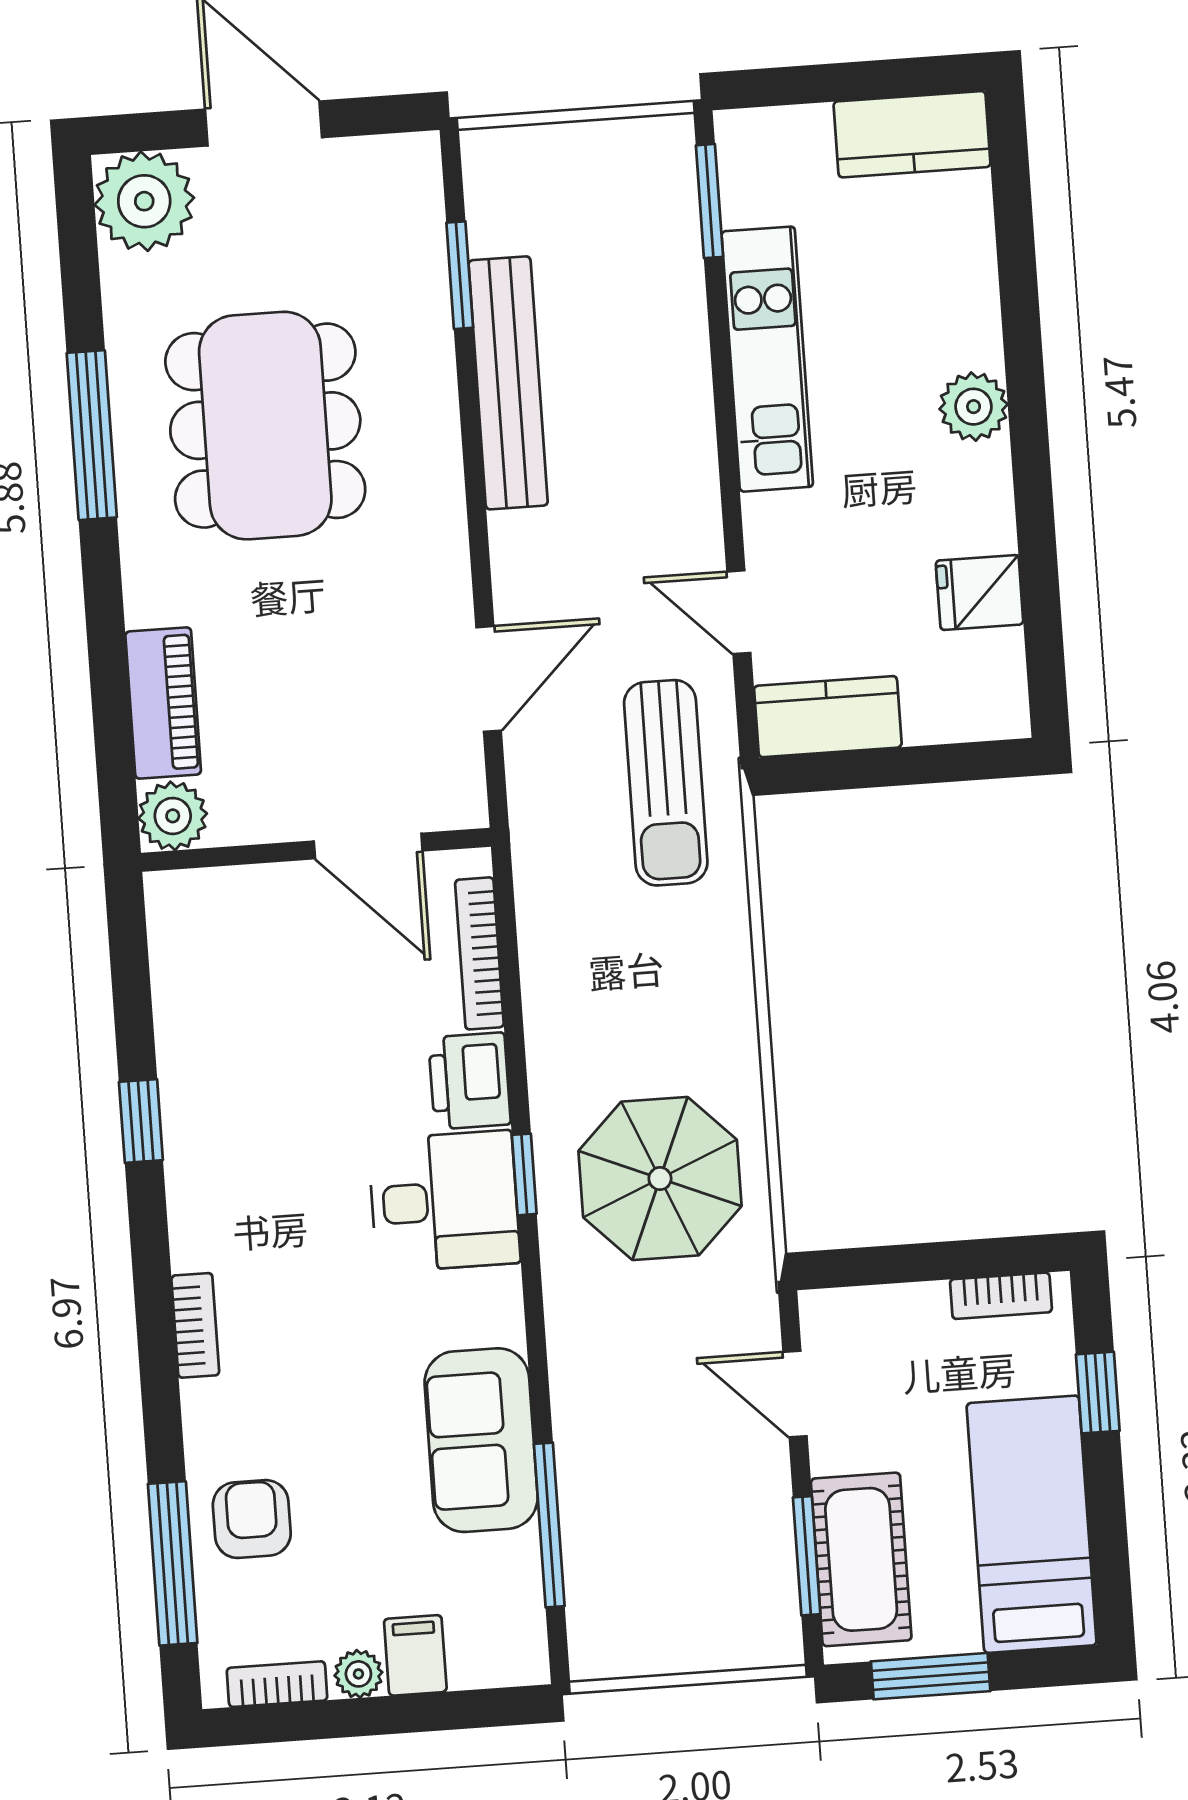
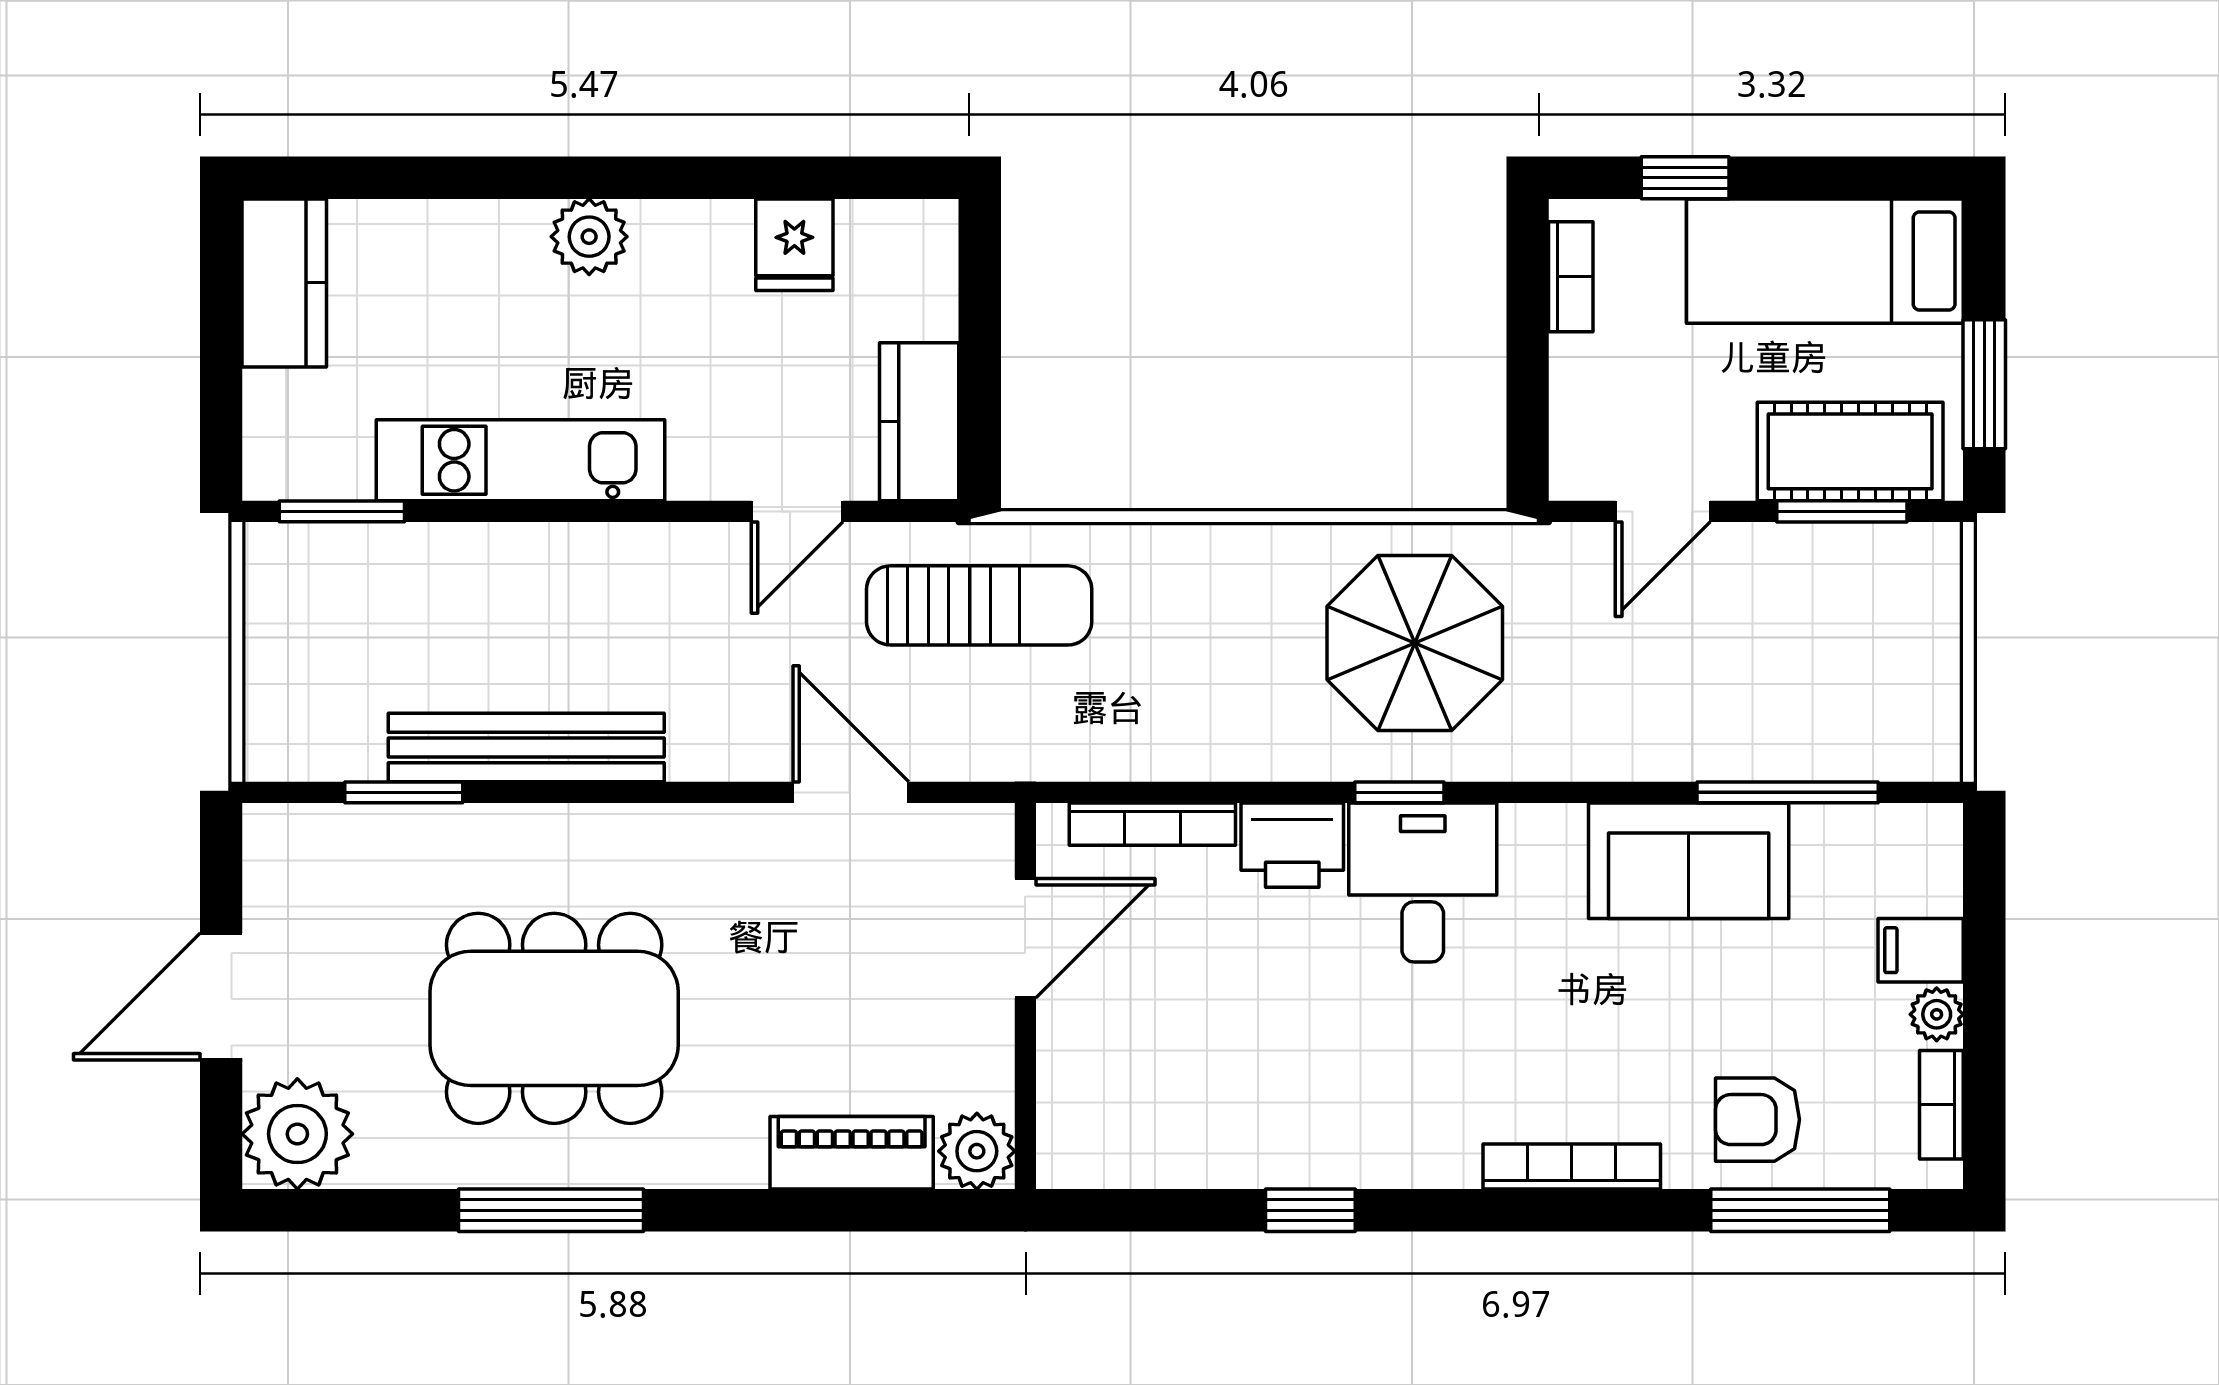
bookcase: (195, 1325) -> (1572, 1167), width x1.56

